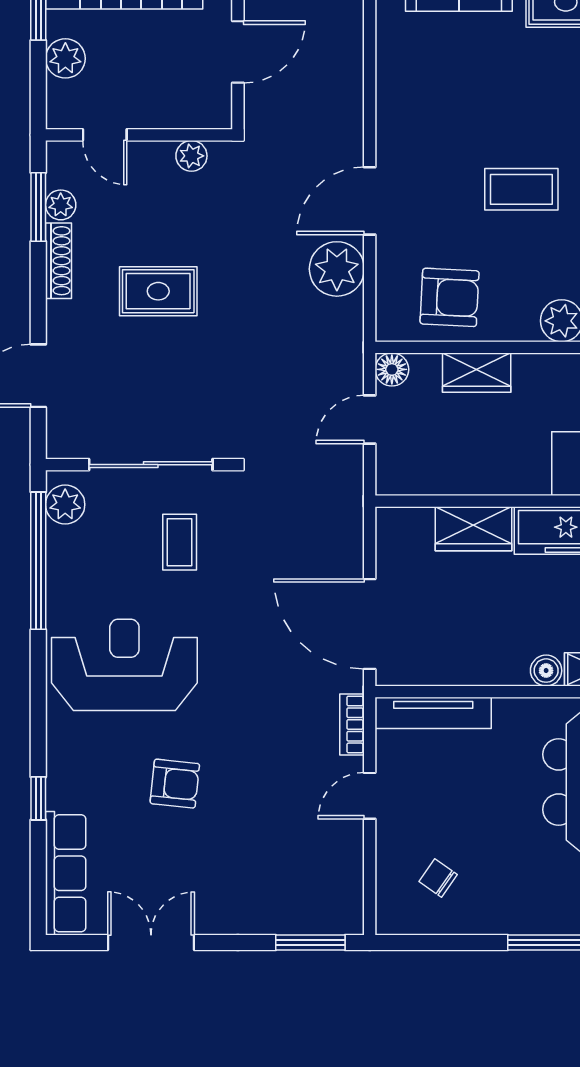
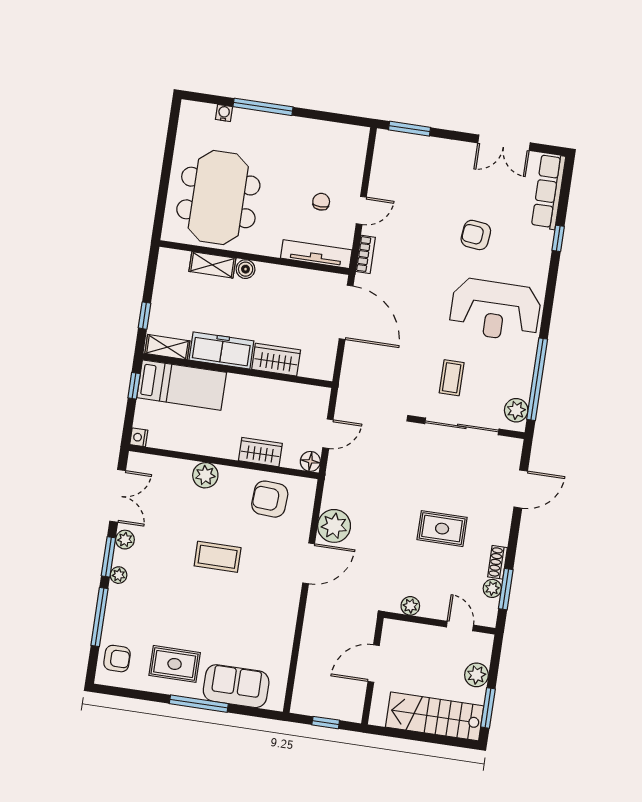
shoe rack: (58, 261) -> (497, 562), width x0.70
chair: (438, 878) -> (321, 202), moved, turned -125

